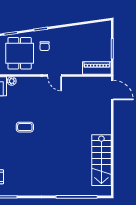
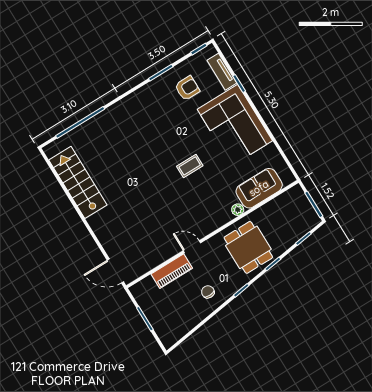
chair: (45, 46) -> (208, 292), moved
piano: (97, 68) -> (172, 271), moved

